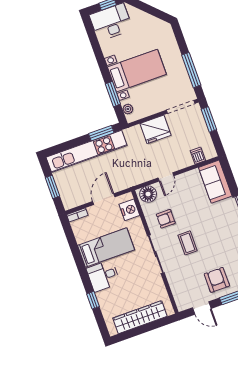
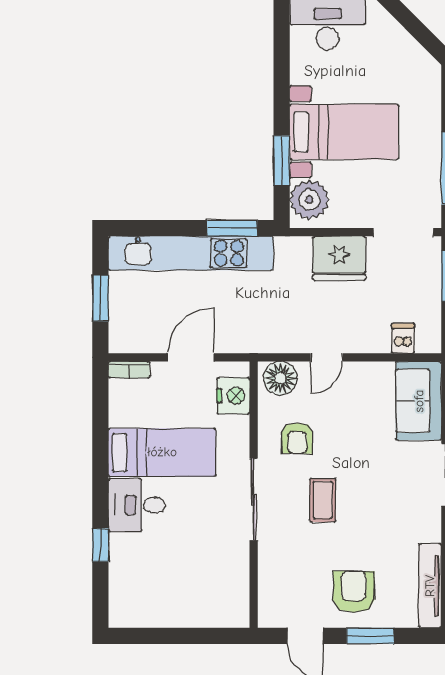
plant: (128, 109) -> (309, 200), width x1.88, depth x1.88
armchair: (166, 219) -> (297, 438), turned -90
wardrobe: (140, 317) -> (179, 611), removed

